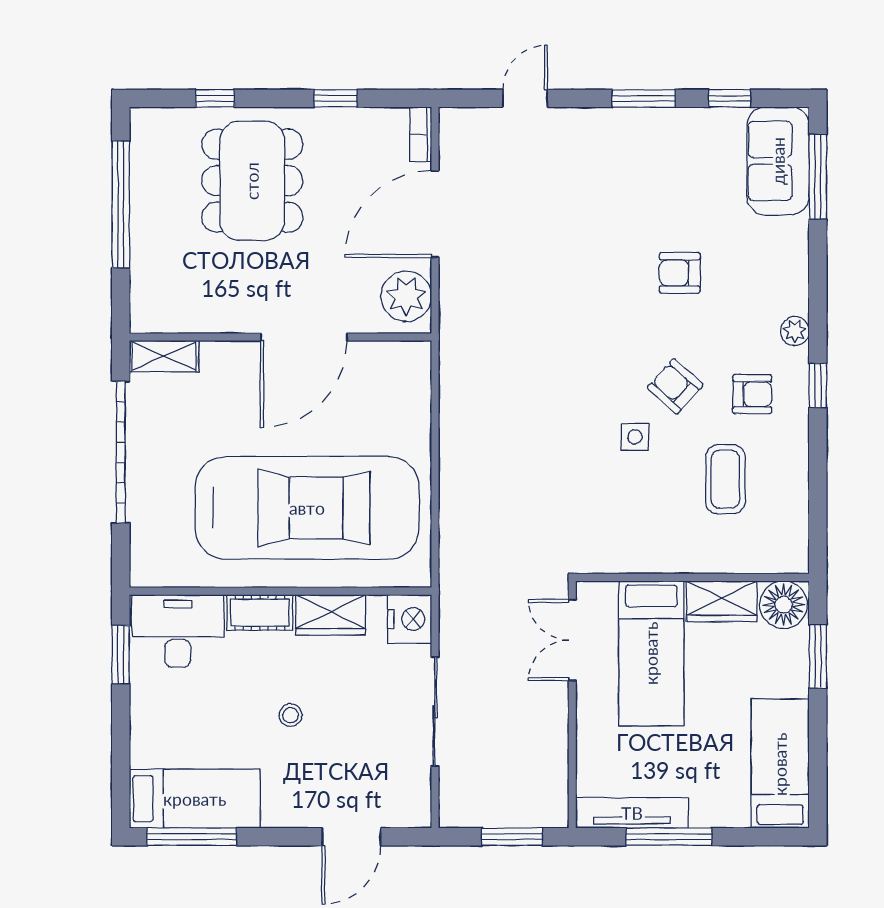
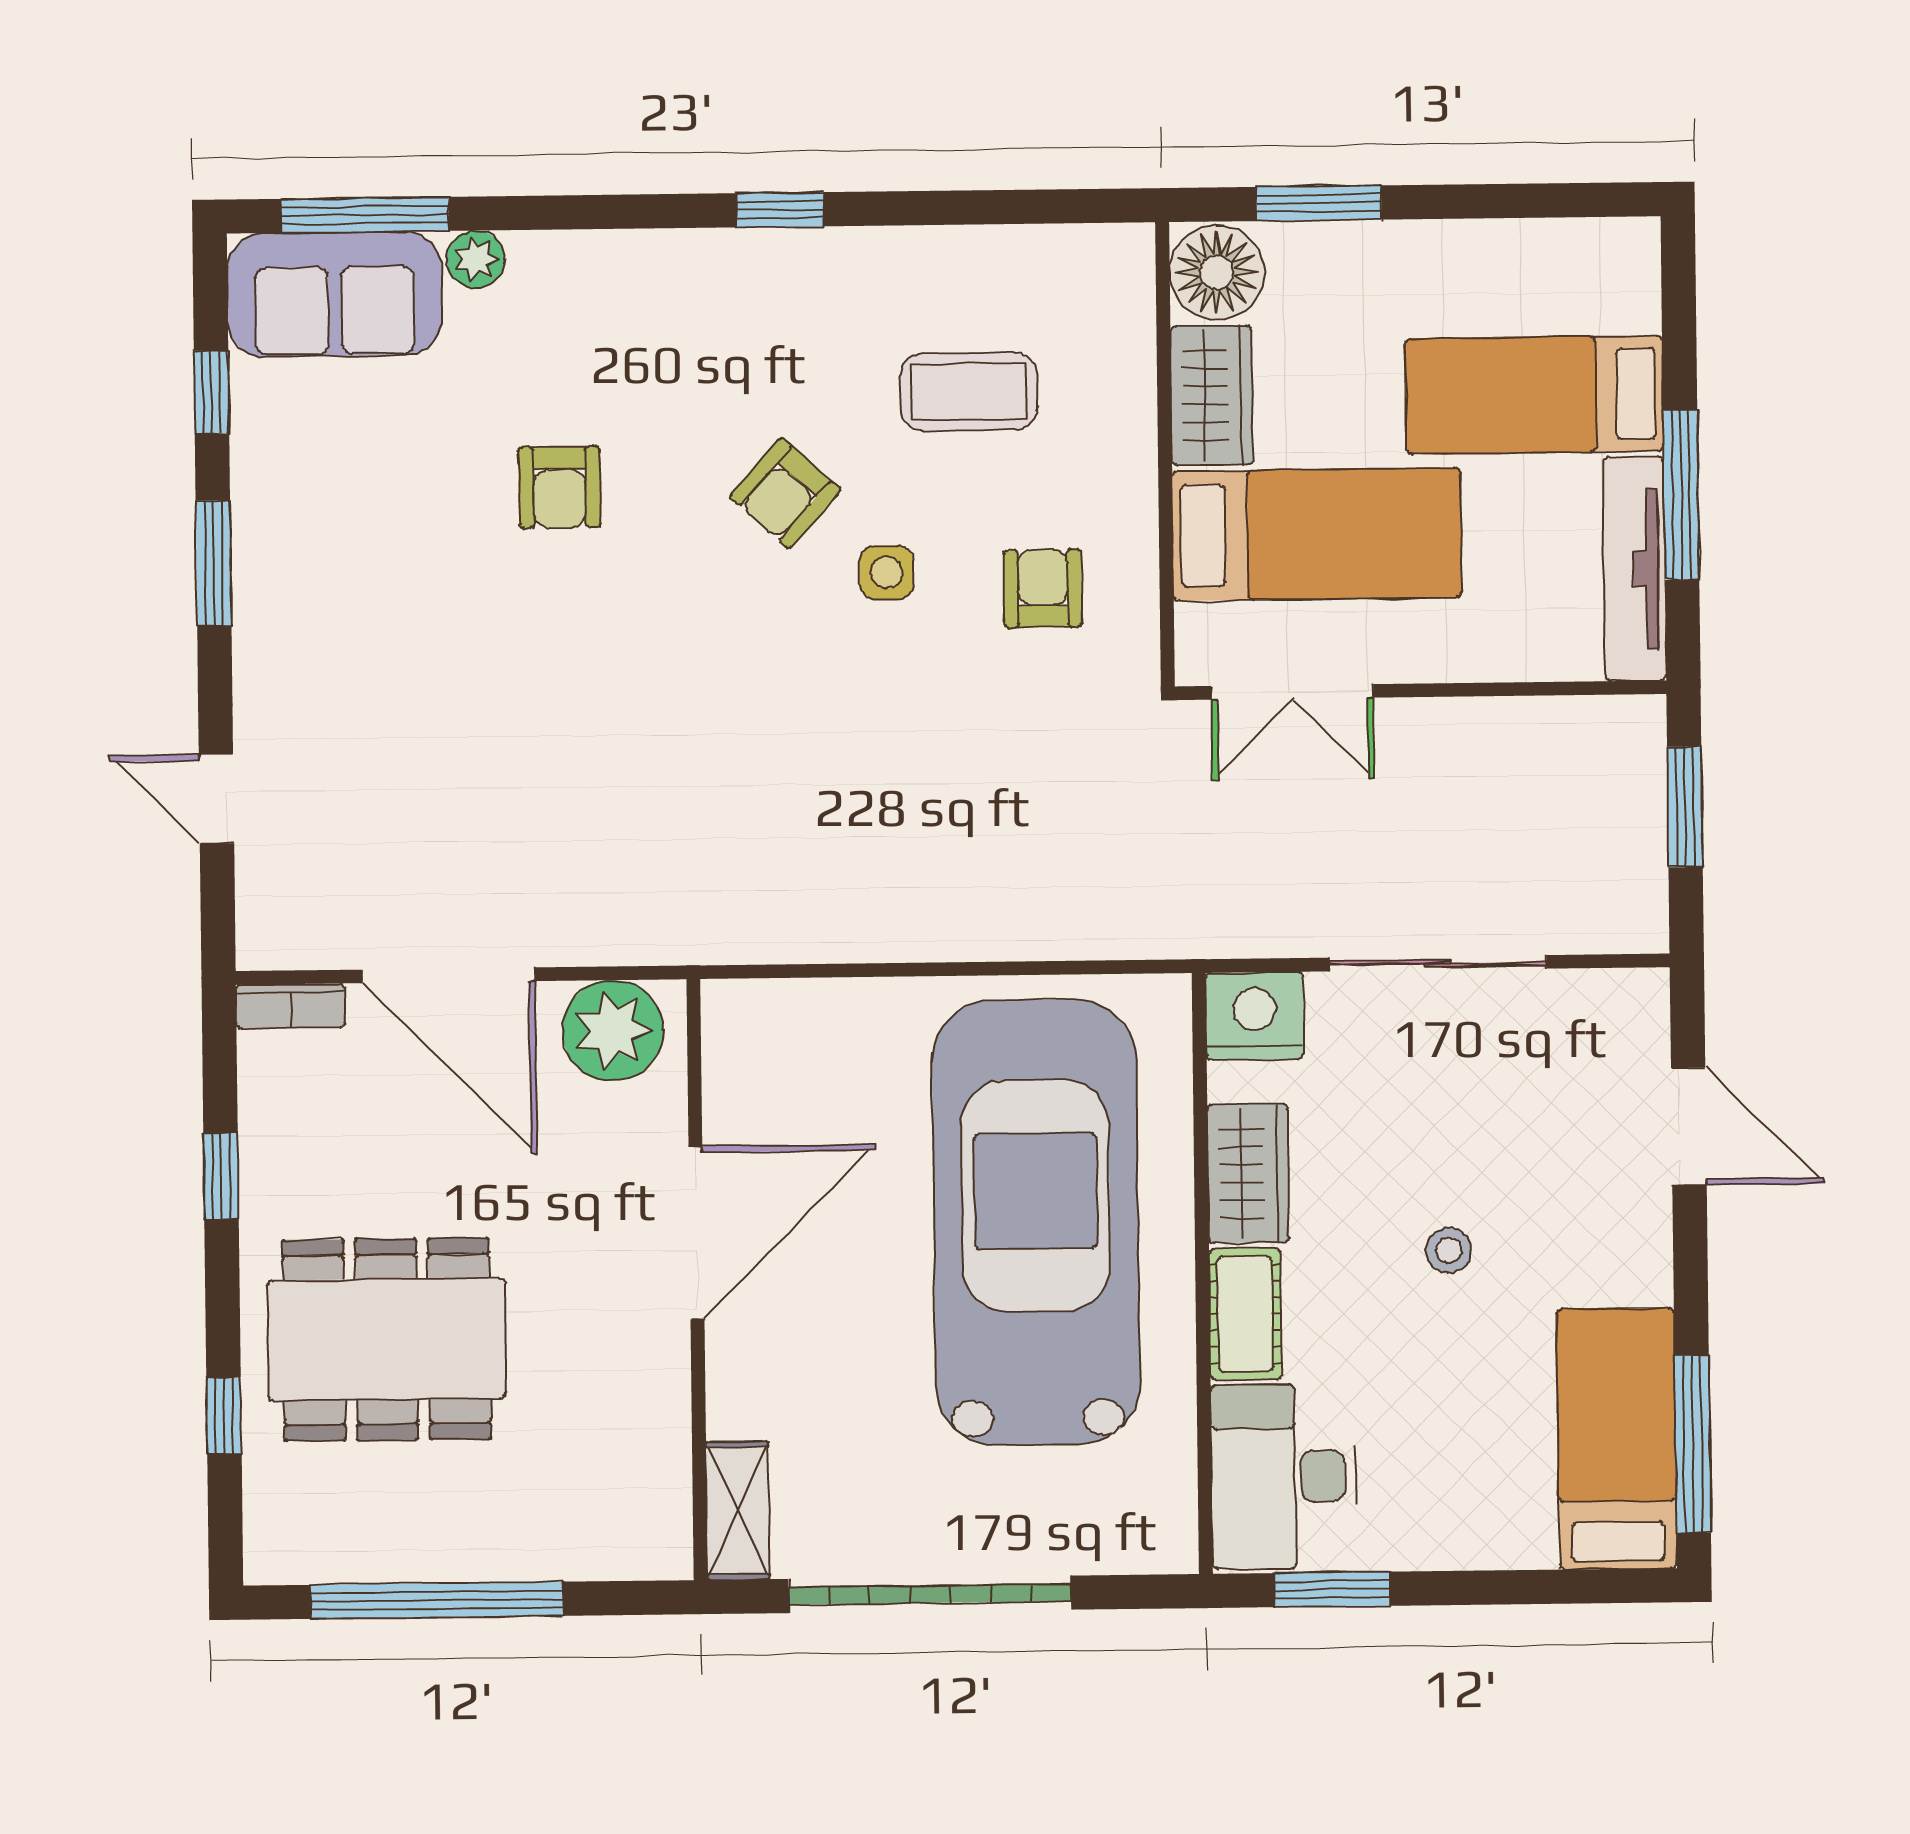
plant: (795, 331) -> (476, 259), moved
door: (304, 337) -> (696, 1233), hinge flipped
armchair: (752, 394) -> (1043, 588), moved
bed: (780, 764) -> (1534, 395), moved

